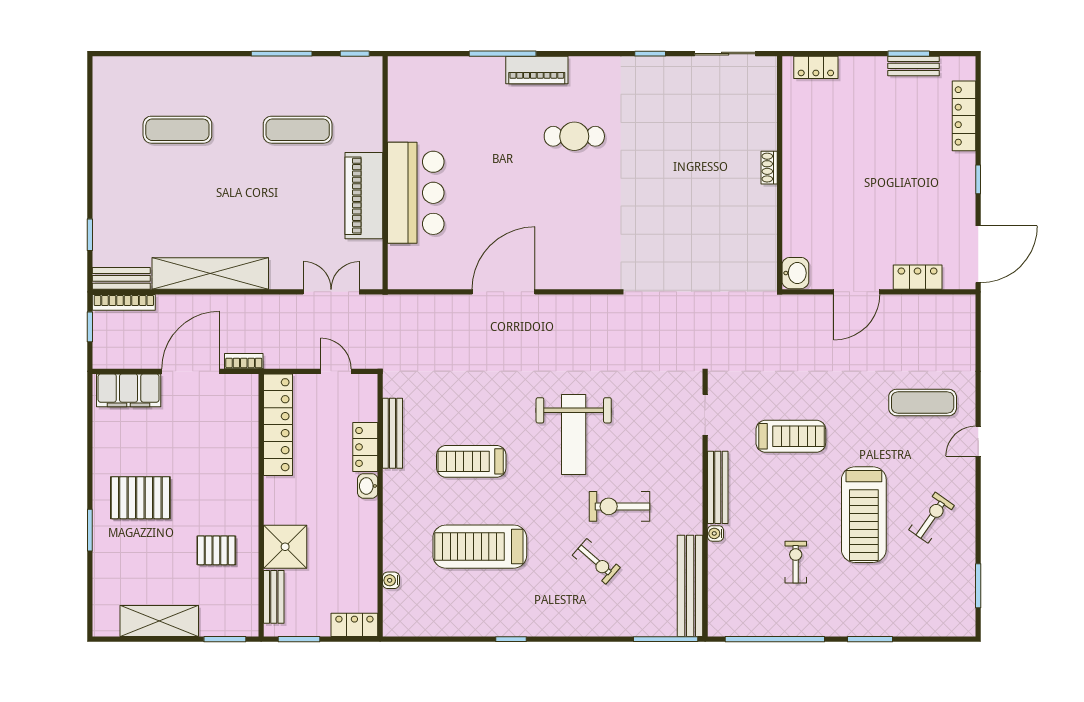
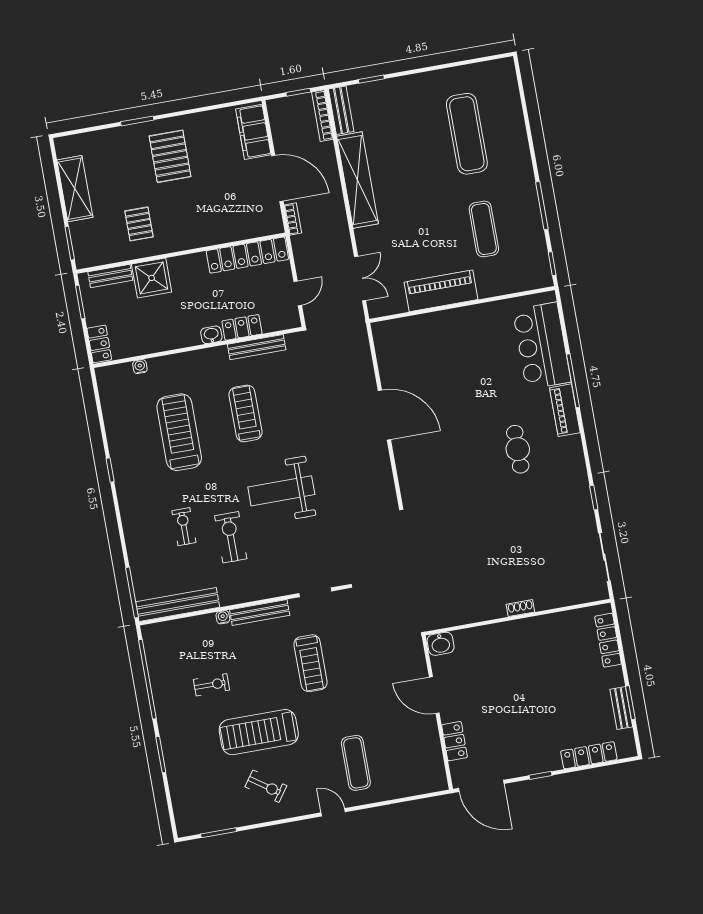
locker: (816, 67) -> (608, 640), width x1.53
exercise mat: (177, 130) -> (467, 134), width x1.36, depth x1.45
bar counter: (416, 193) -> (542, 346), moved, turned 90
exercise bike: (596, 561) -> (184, 527), turned 139

